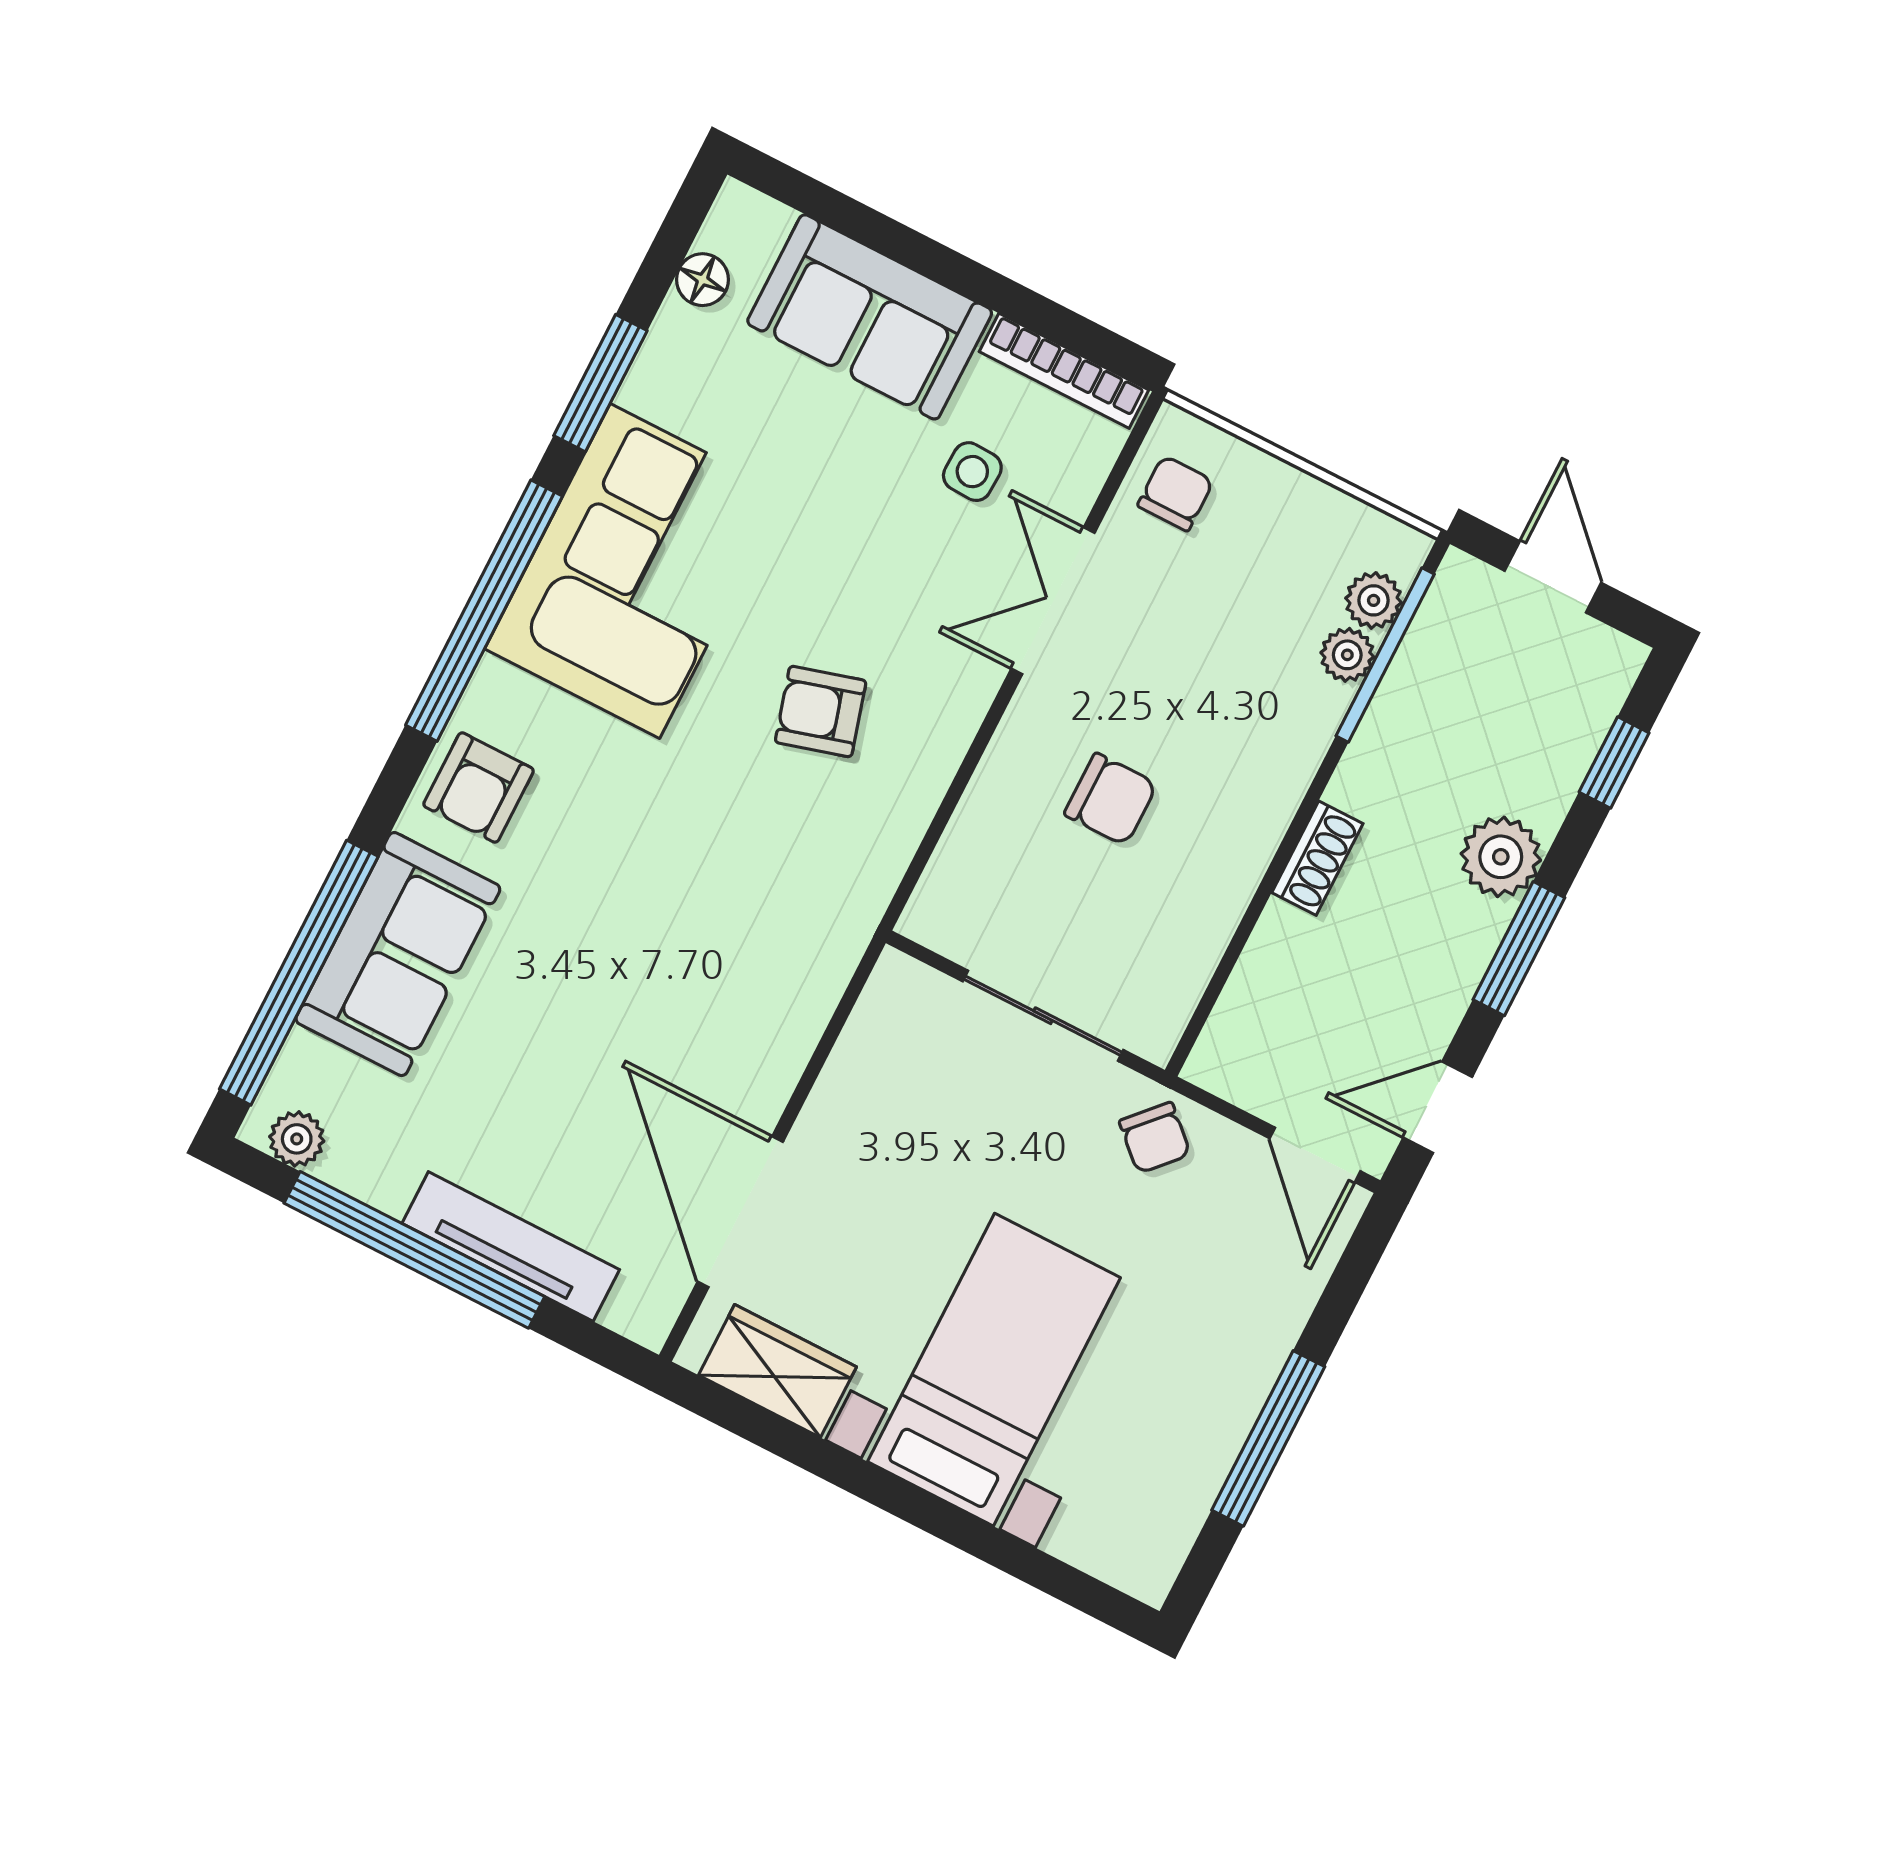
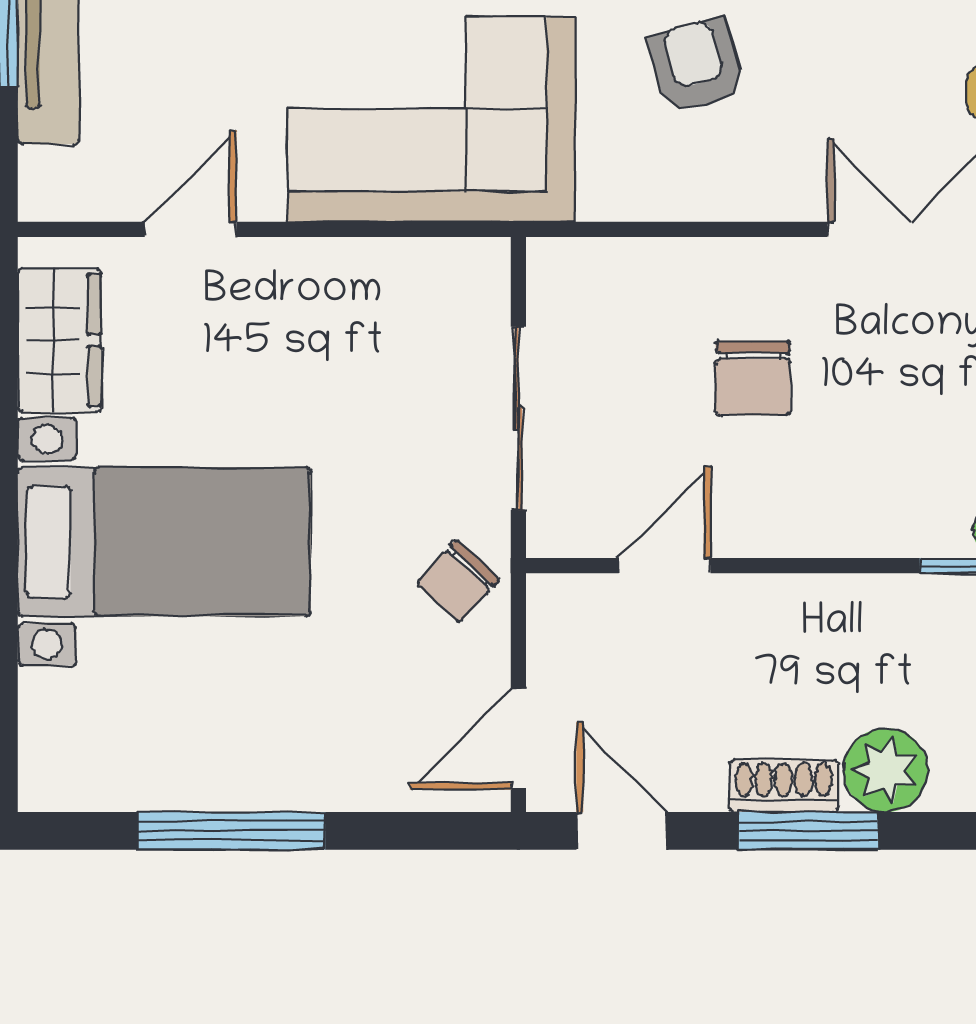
shoe rack: (1317, 858) -> (784, 786), moved, turned 180
door: (1231, 956) -> (665, 566), added
corner sofa: (752, 960) -> (431, 119), added
door: (740, 1212) -> (191, 229), width x0.53

